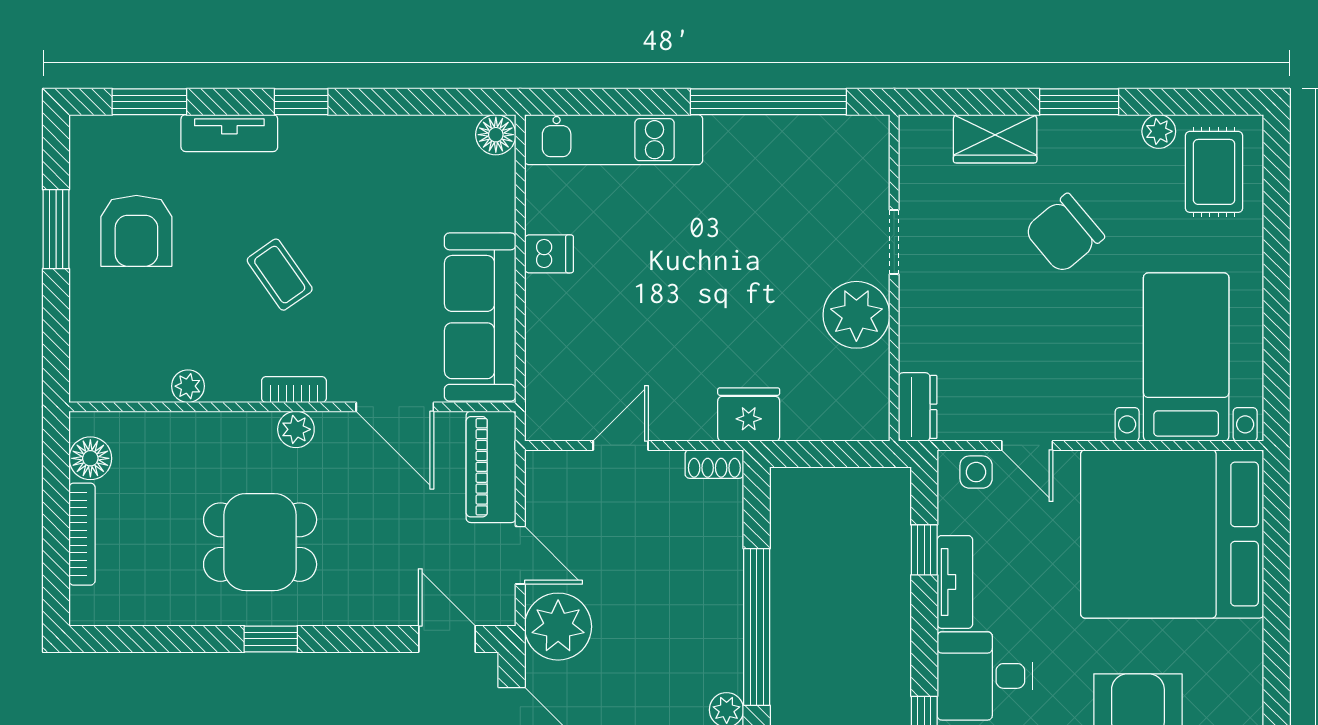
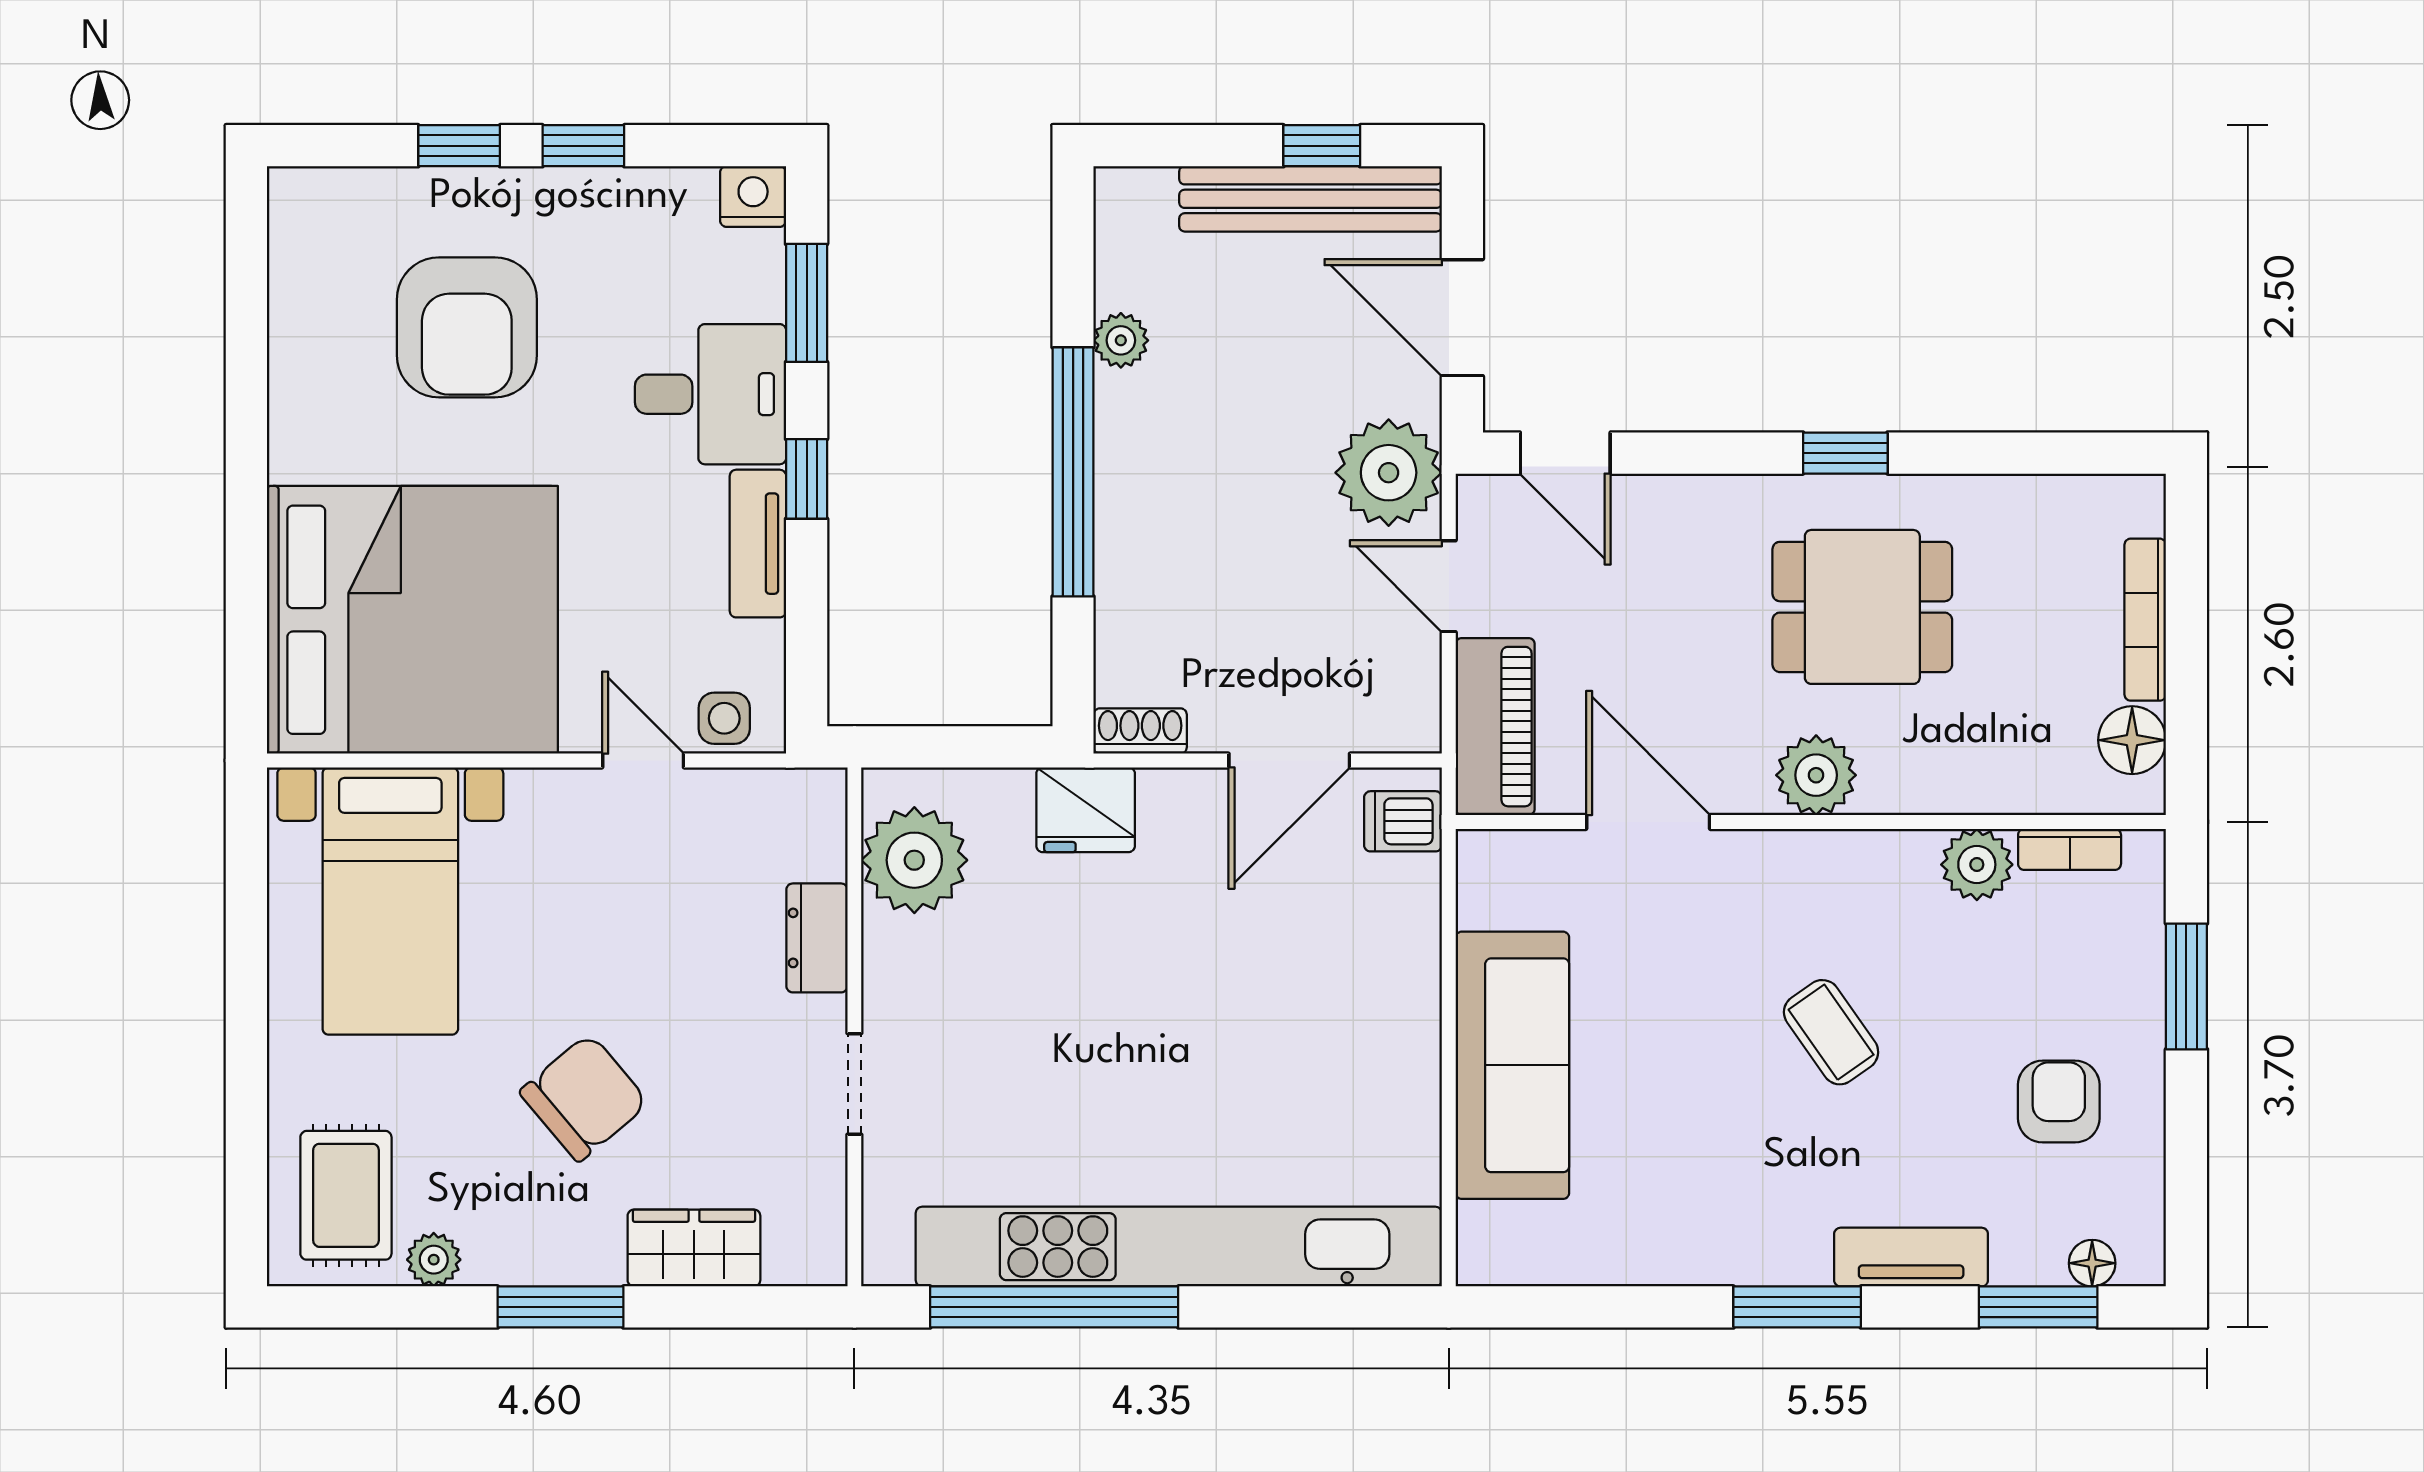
window: (301, 102) -> (1797, 1307), width x1.50
floor lamp: (496, 135) -> (2092, 1263), moved, width x0.73, depth x0.73
kitchen unit: (614, 140) -> (1179, 1247), width x1.86
window: (56, 229) -> (2186, 986), moved
armchair: (136, 231) -> (2059, 1102), width x0.72, depth x0.72
dishwasher: (549, 254) -> (1403, 821), moved
plant: (856, 315) -> (914, 860), moved
sofa: (480, 317) -> (1512, 1065), moved
plant: (188, 386) -> (1977, 865), width x1.38, depth x1.38
bookcase: (294, 390) -> (2070, 849), moved
dresser: (918, 407) -> (817, 938), moved
plant: (296, 429) -> (1816, 775), width x1.38, depth x1.38
door: (621, 445) -> (1289, 760), width x1.38
window: (924, 550) -> (807, 479), moved

